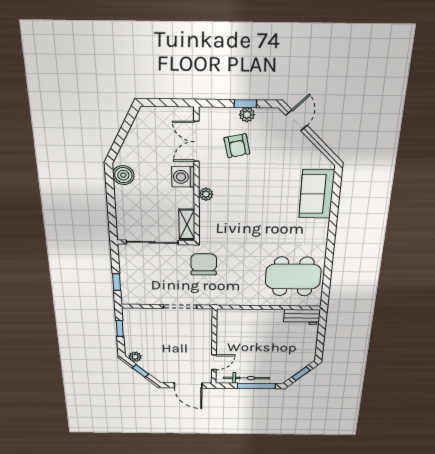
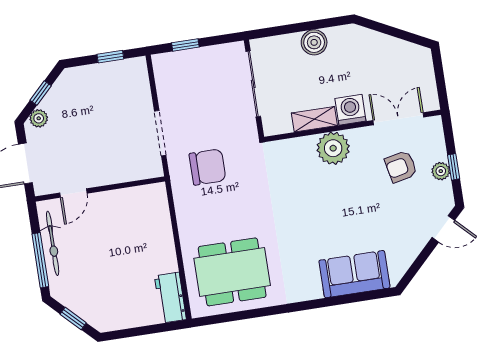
boiler: (123, 175) -> (314, 42), moved
plant: (206, 194) -> (333, 148), width x1.87, depth x1.87
shelving: (187, 224) -> (314, 119), moved
chair: (204, 264) -> (207, 167), moved
dining table: (293, 277) -> (232, 272), turned 90
plant: (135, 357) -> (39, 118), moved
door: (214, 362) -> (73, 193), hinge flipped

